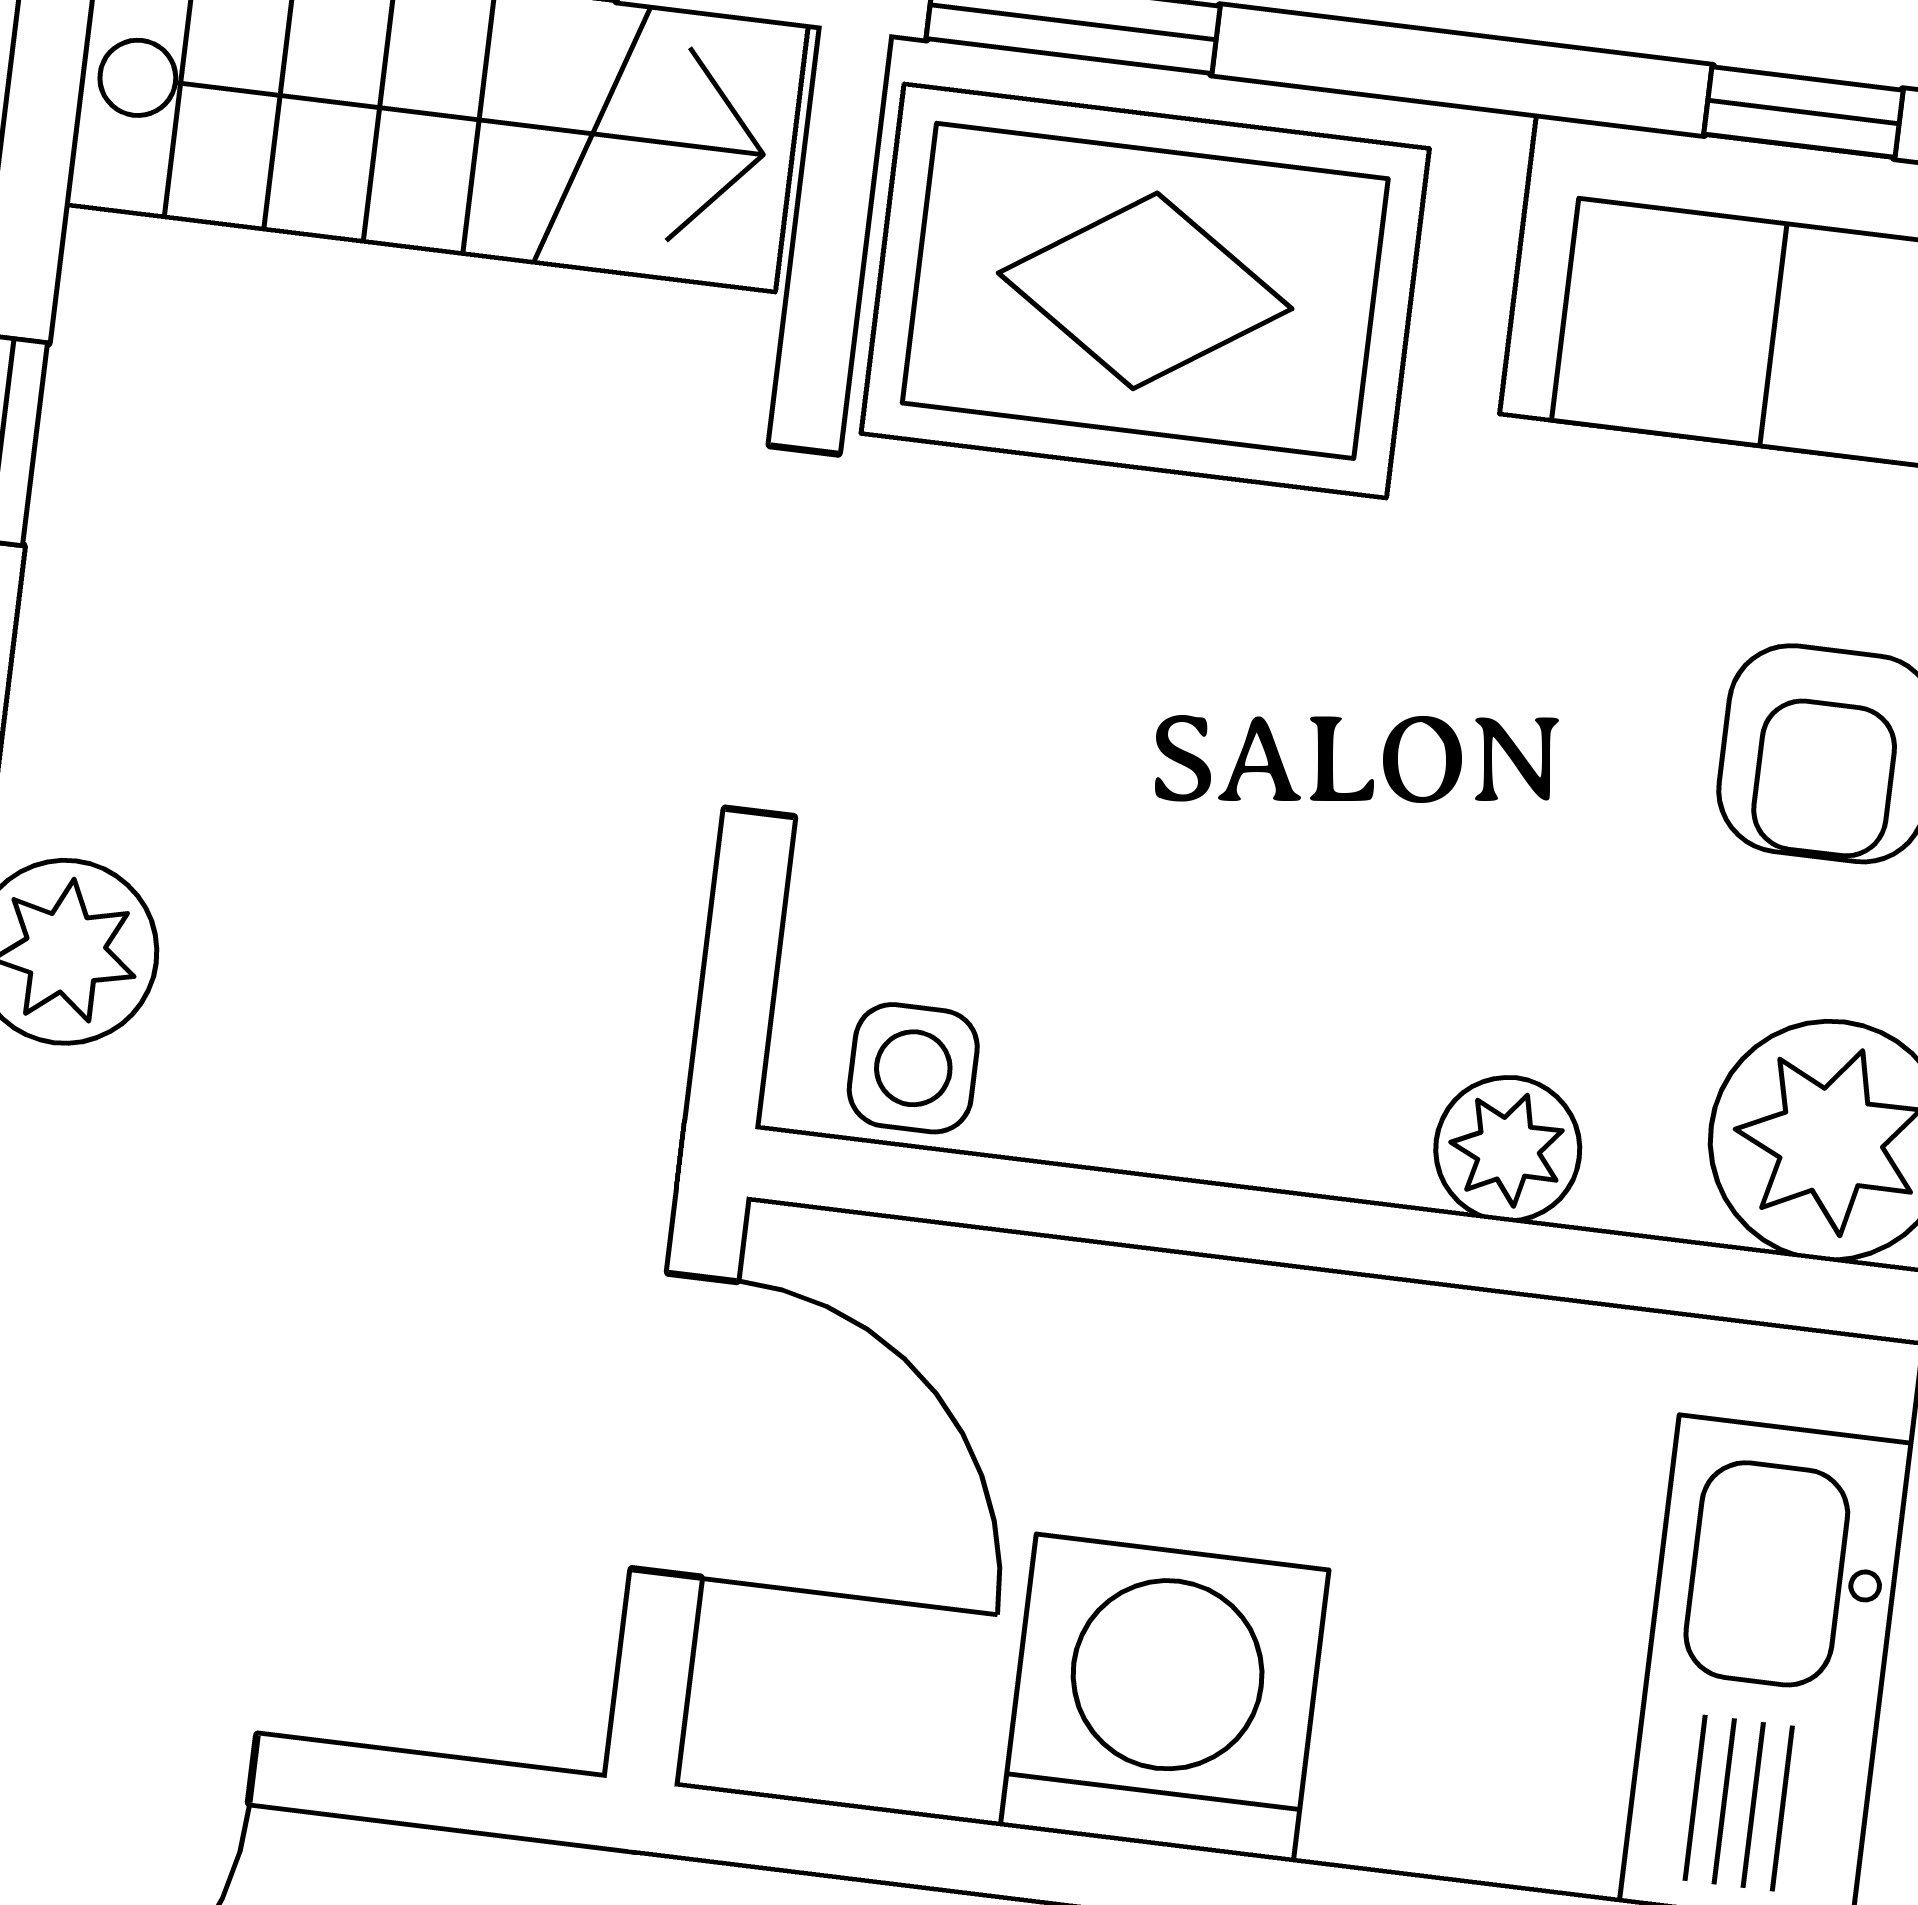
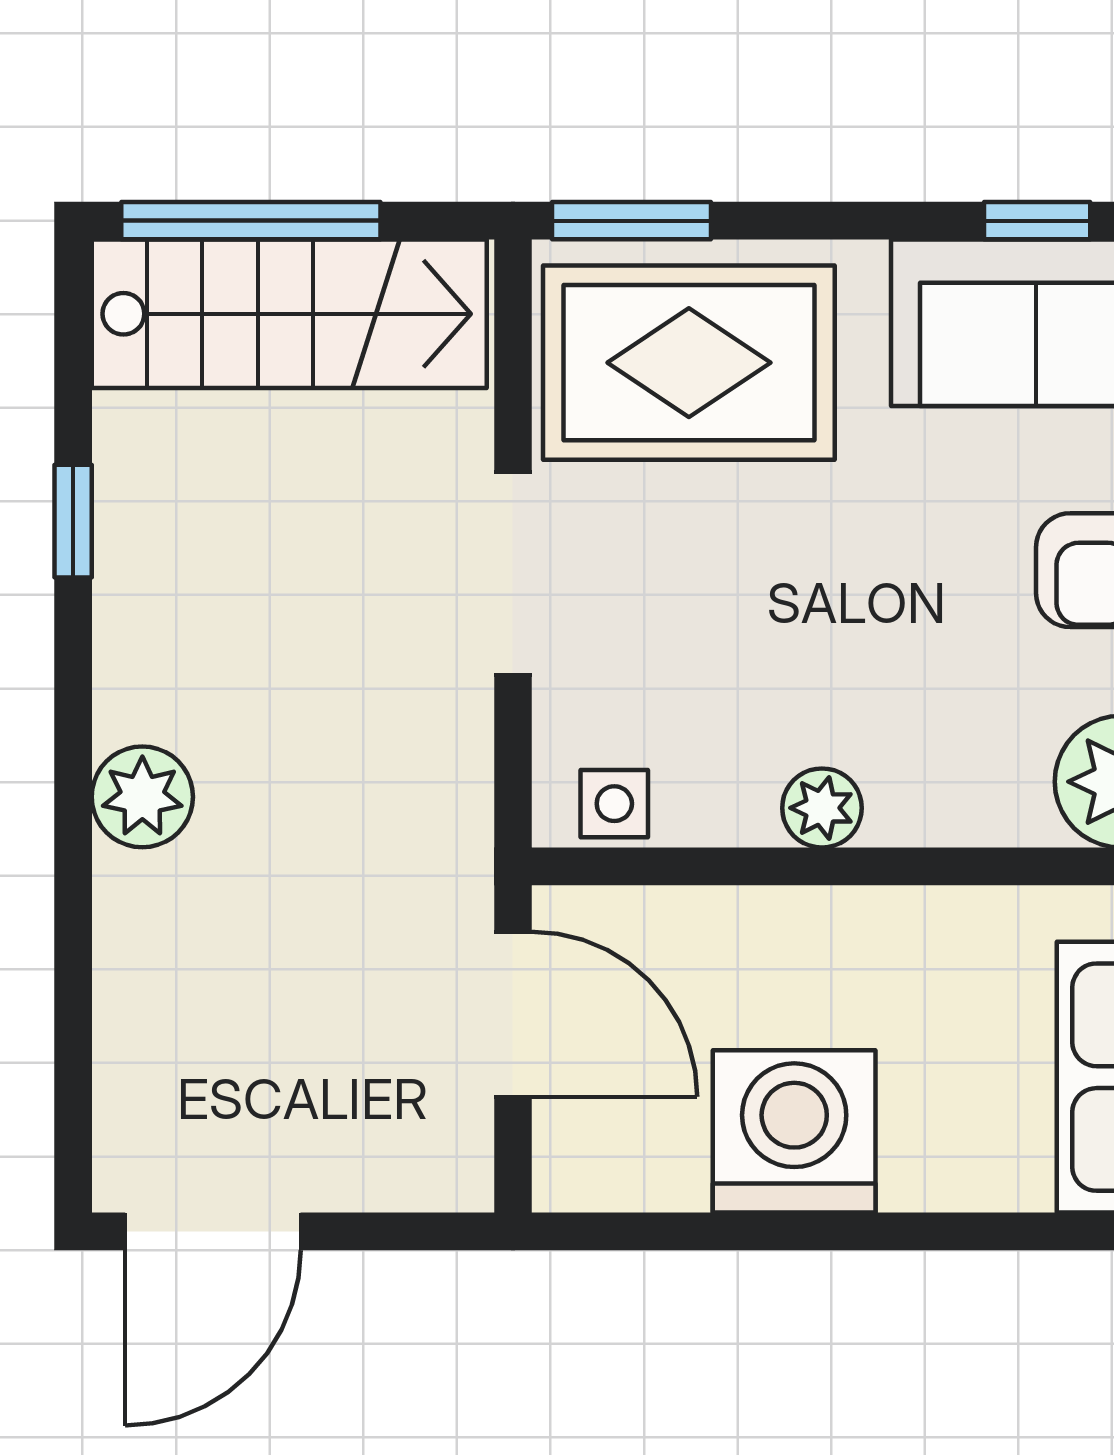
plant: (1508, 1149) -> (822, 808), moved

